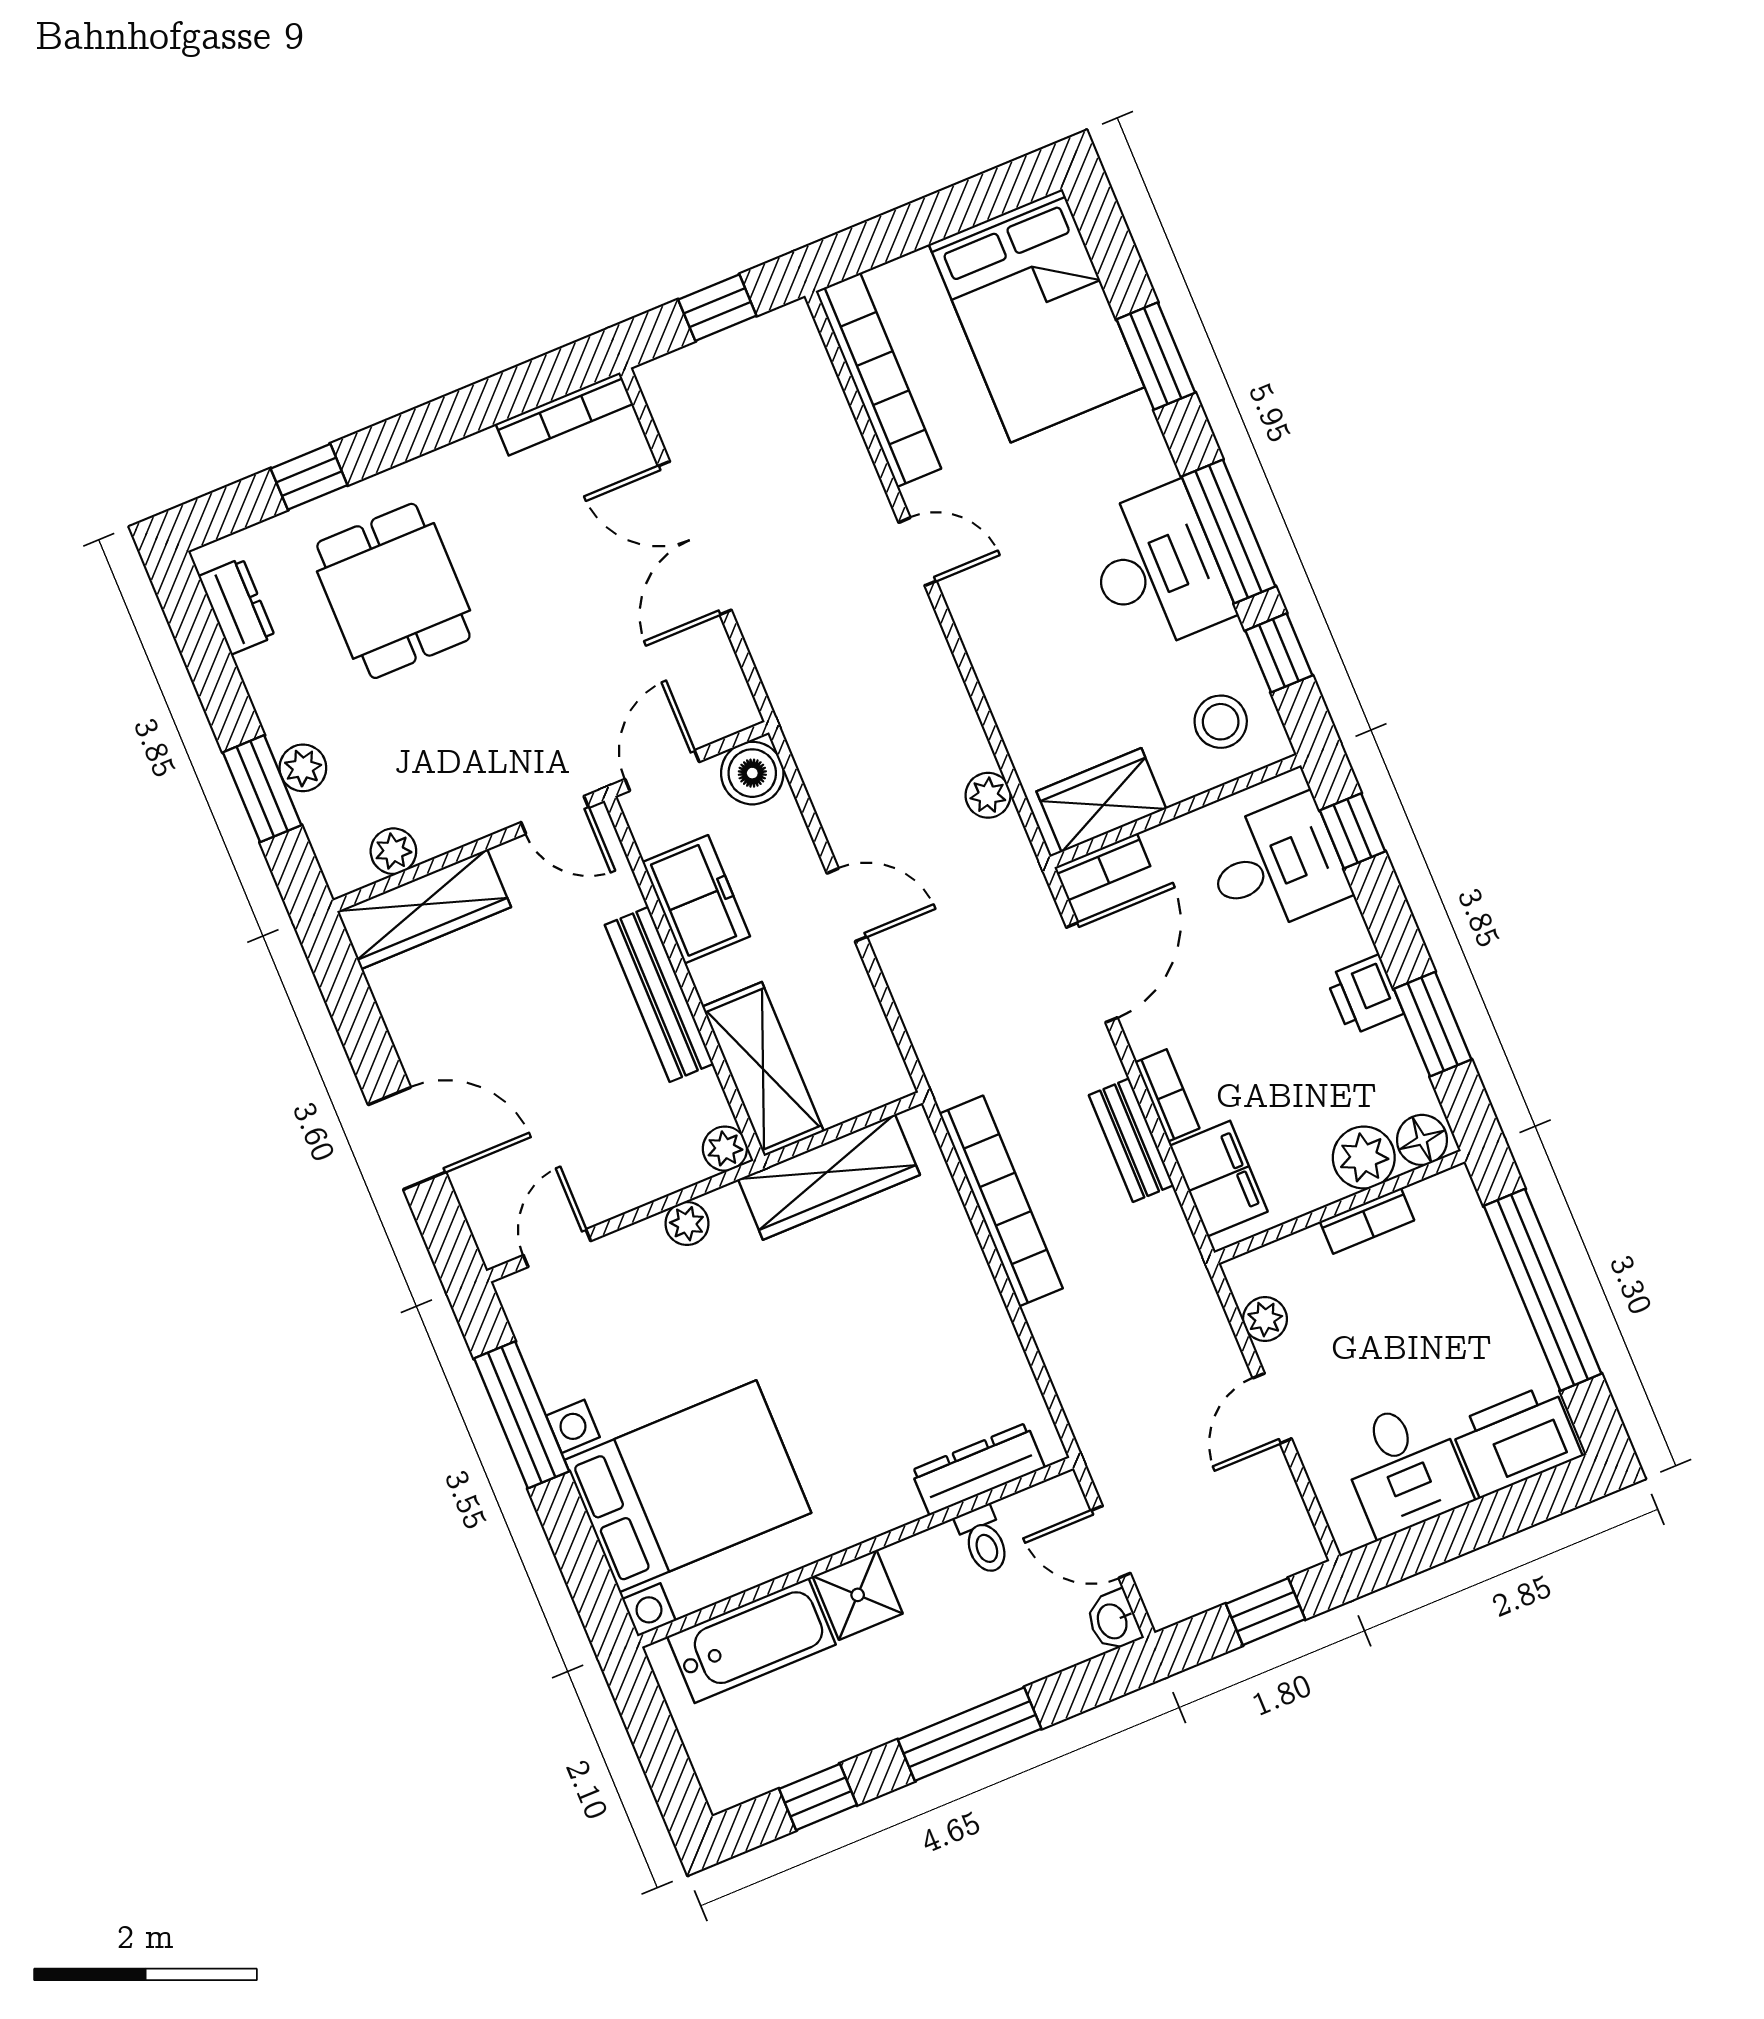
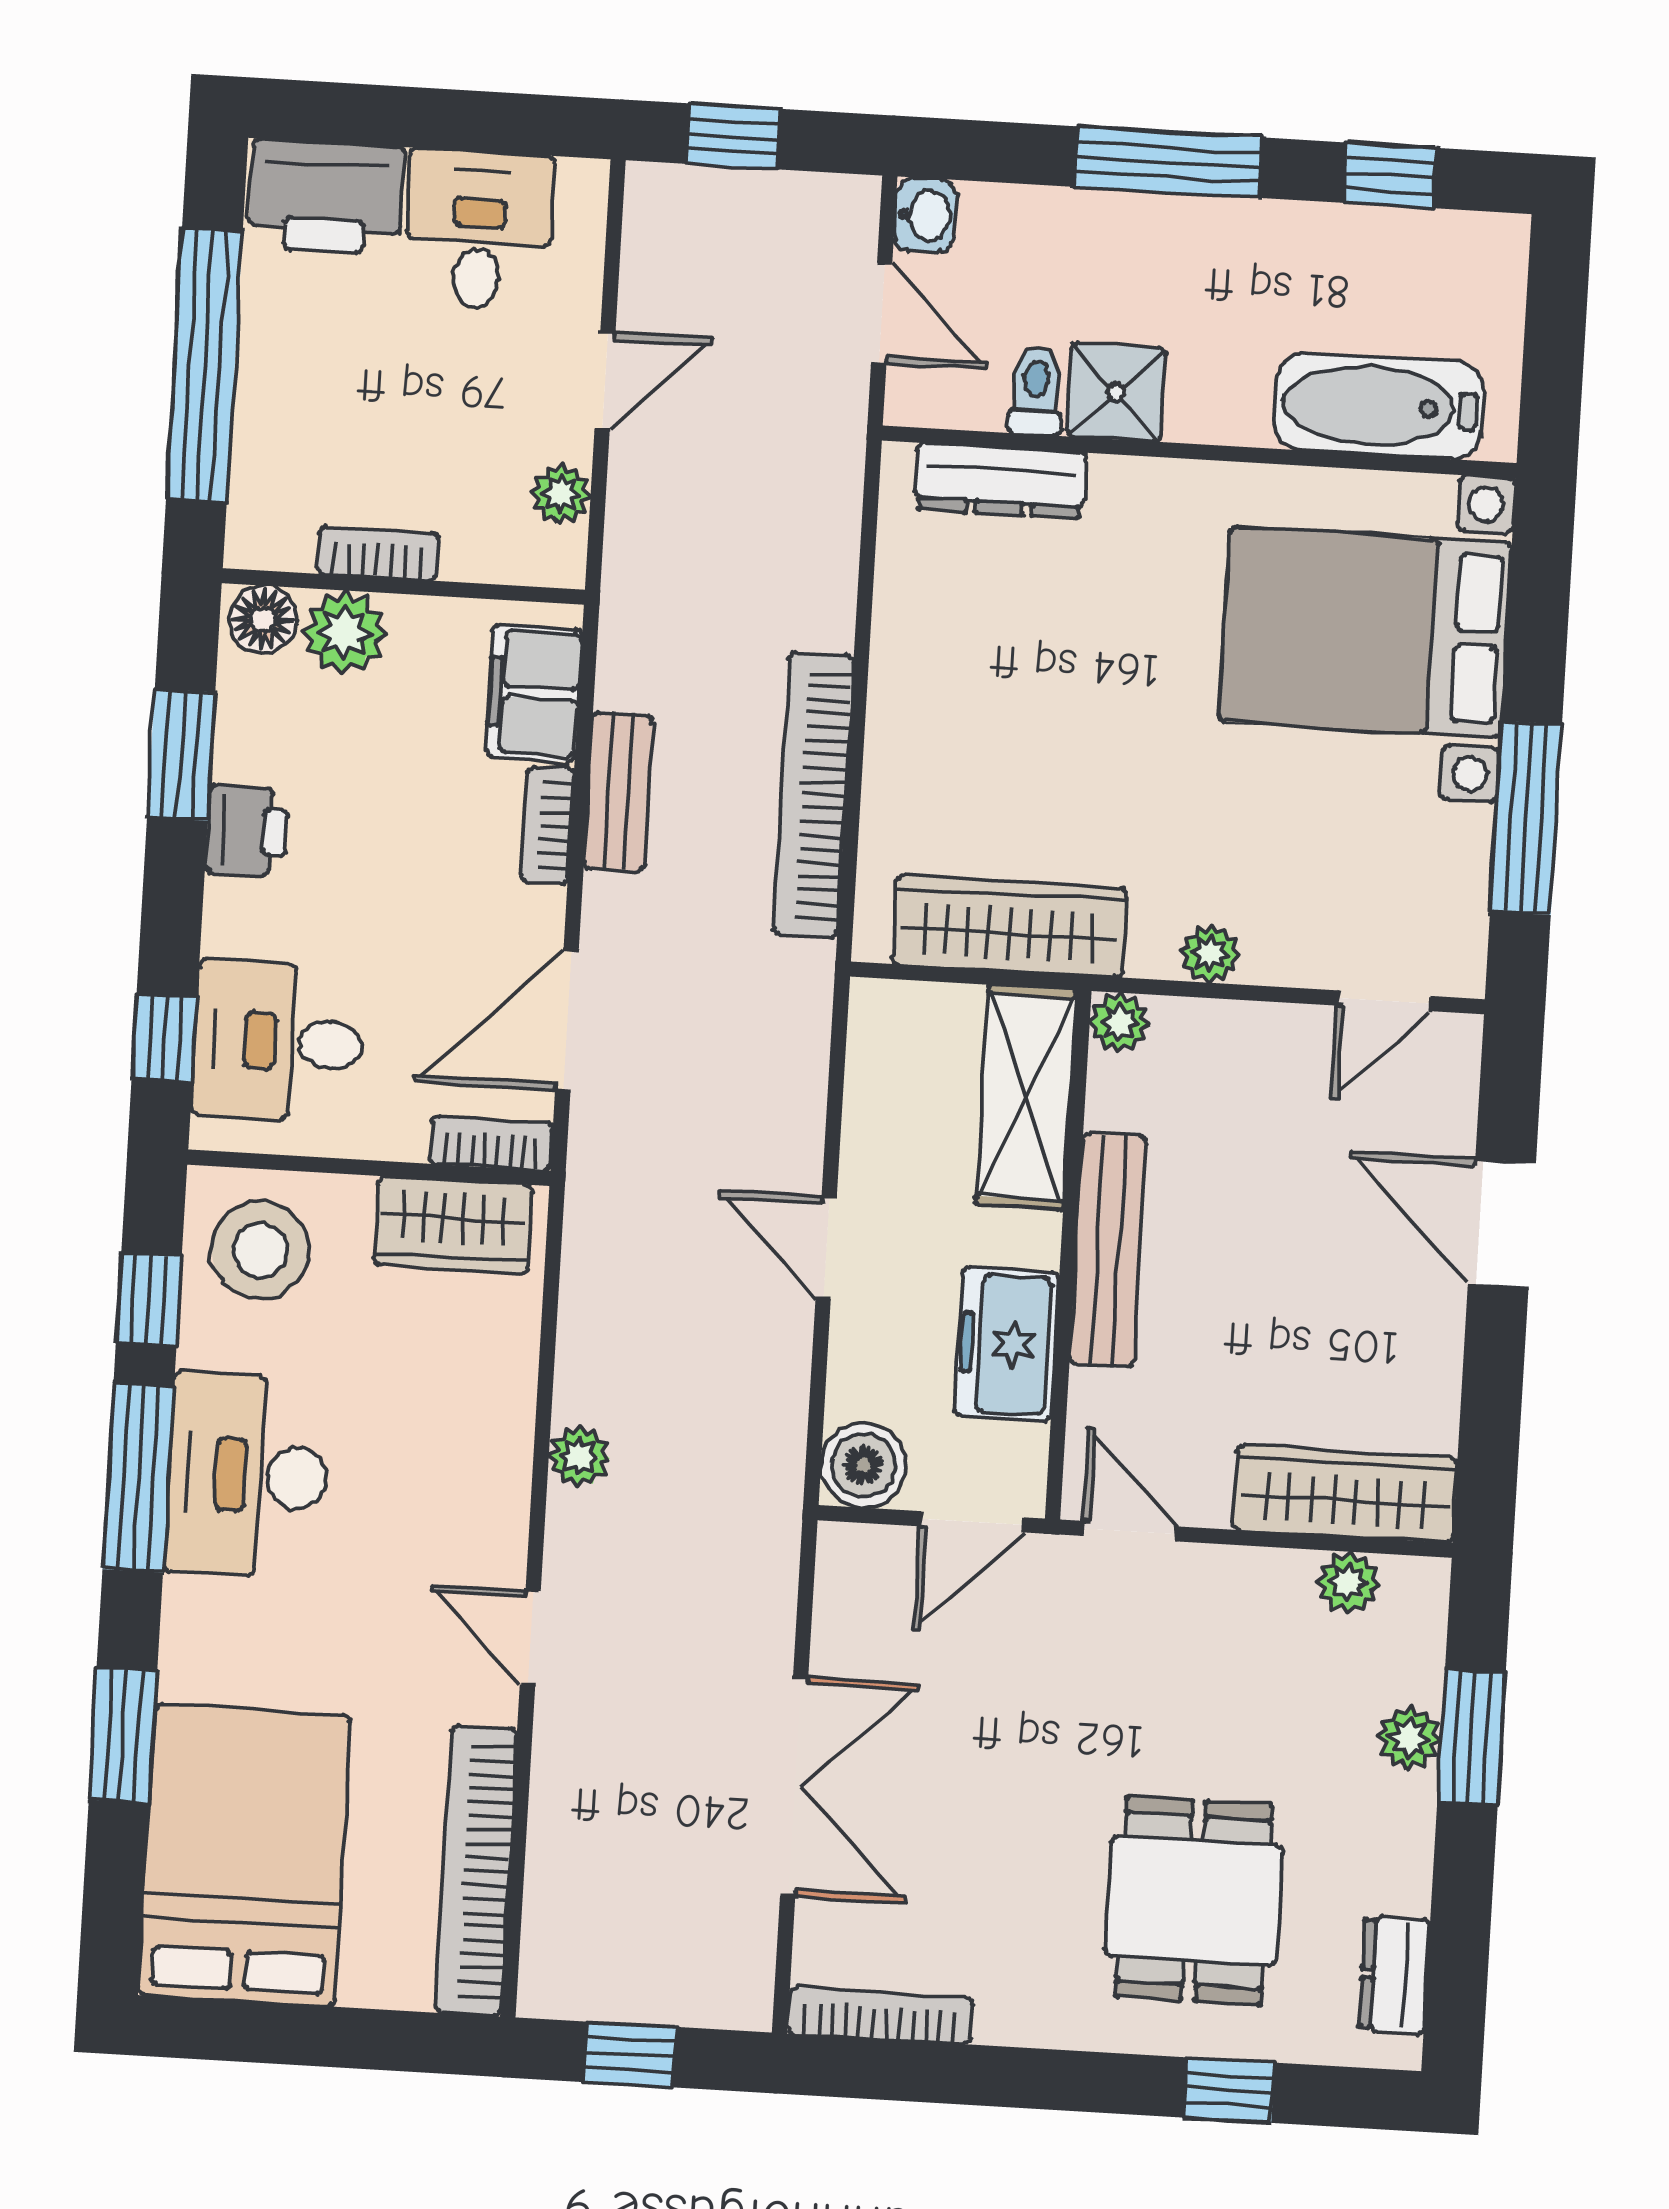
stool: (1221, 722) -> (261, 1250), width x1.38, depth x1.38
plant: (988, 795) -> (579, 1457), moved
shower: (858, 1595) -> (1116, 392), moved

